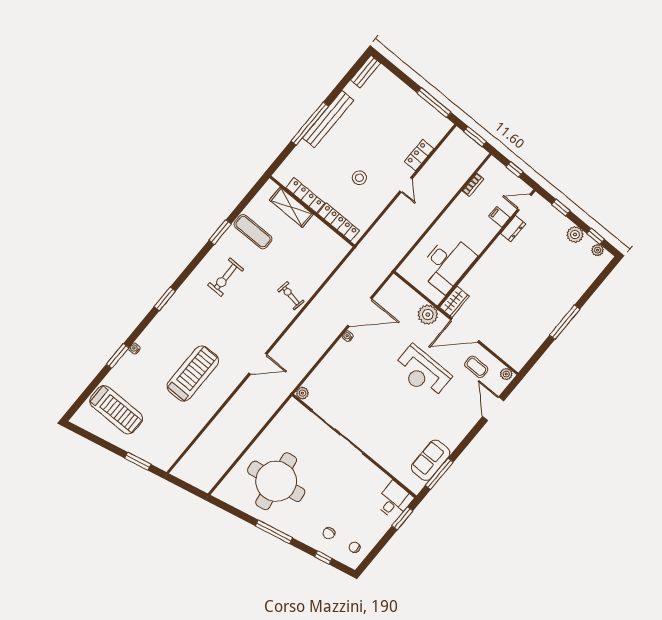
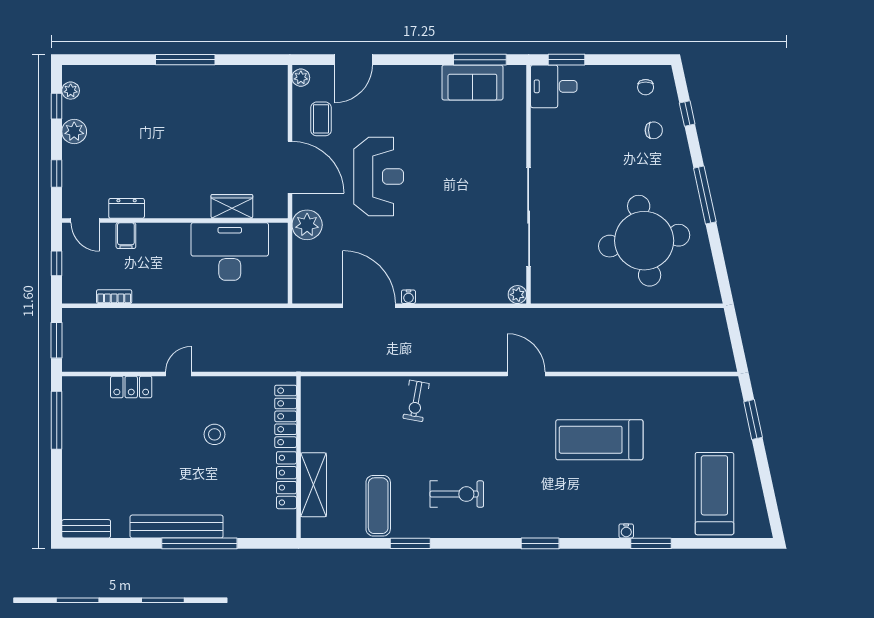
wardrobe: (454, 302) -> (232, 206), moved

